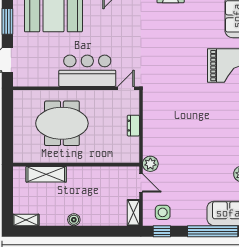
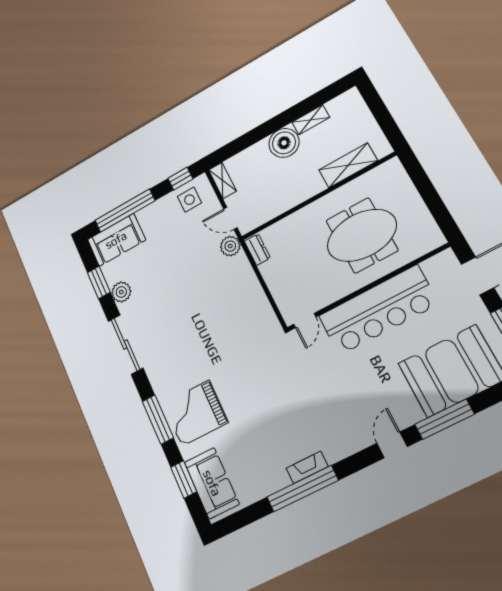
bar counter: (87, 71) -> (378, 310), width x1.36
dresser: (133, 126) -> (257, 250), moved
shelving: (26, 220) -> (311, 120), moved
boiler: (74, 220) -> (284, 143), width x1.86, depth x1.86

